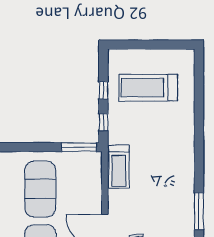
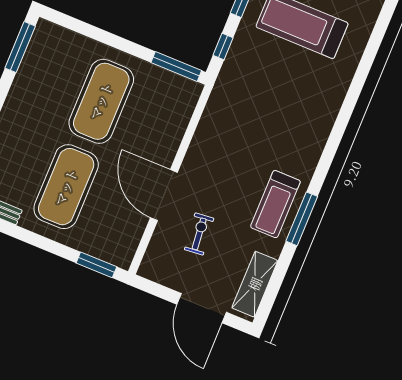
treadmill: (119, 167) -> (275, 204), moved

